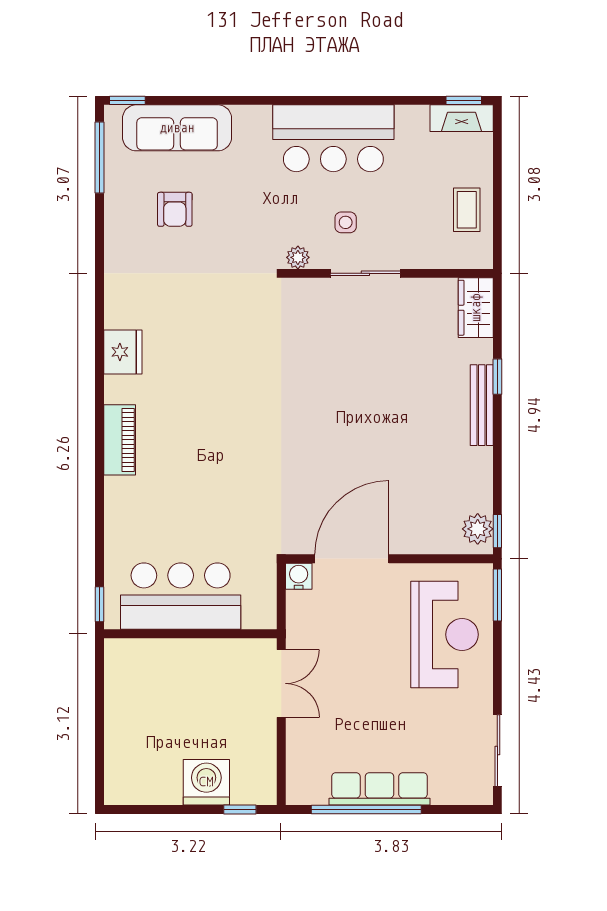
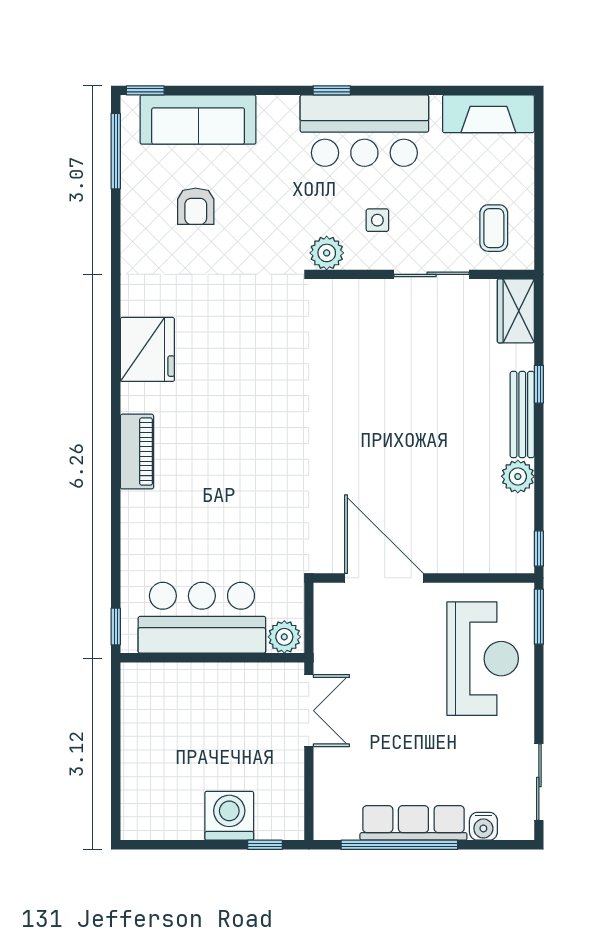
window: (464, 100) -> (332, 90), moved
fireplace: (462, 118) -> (488, 114), width x1.37, depth x1.32
coffee table: (467, 210) -> (494, 228), moved
plant: (298, 257) -> (327, 253), width x1.38, depth x1.38
sliding door: (365, 273) -> (432, 274), moved
fridge: (123, 352) -> (147, 349), width x1.36, depth x1.34
plant: (478, 529) -> (518, 476), moved
door: (352, 559) -> (384, 578), hinge flipped
water cooler: (299, 576) -> (483, 826), moved, turned 180
plant: (258, 614) -> (284, 637), added

